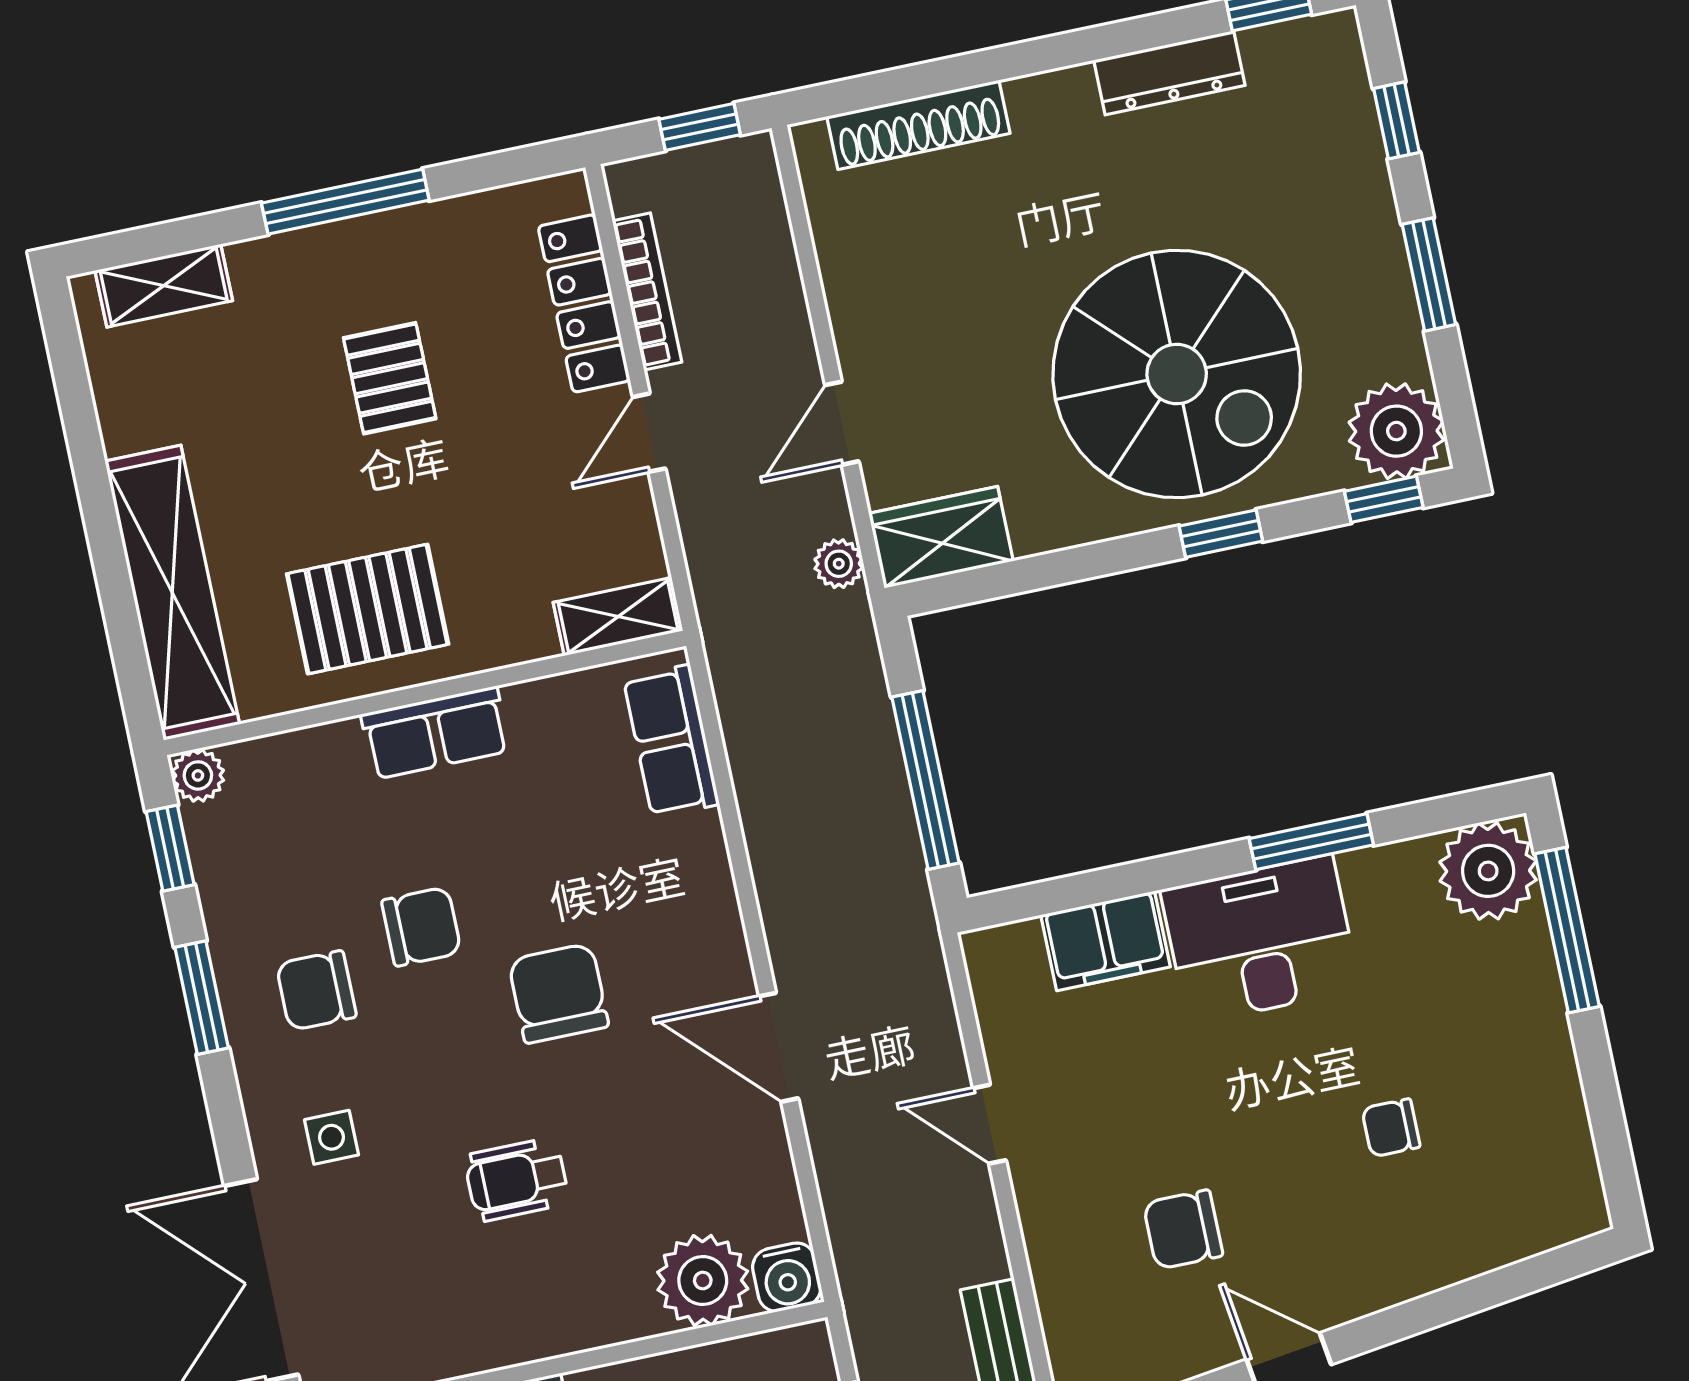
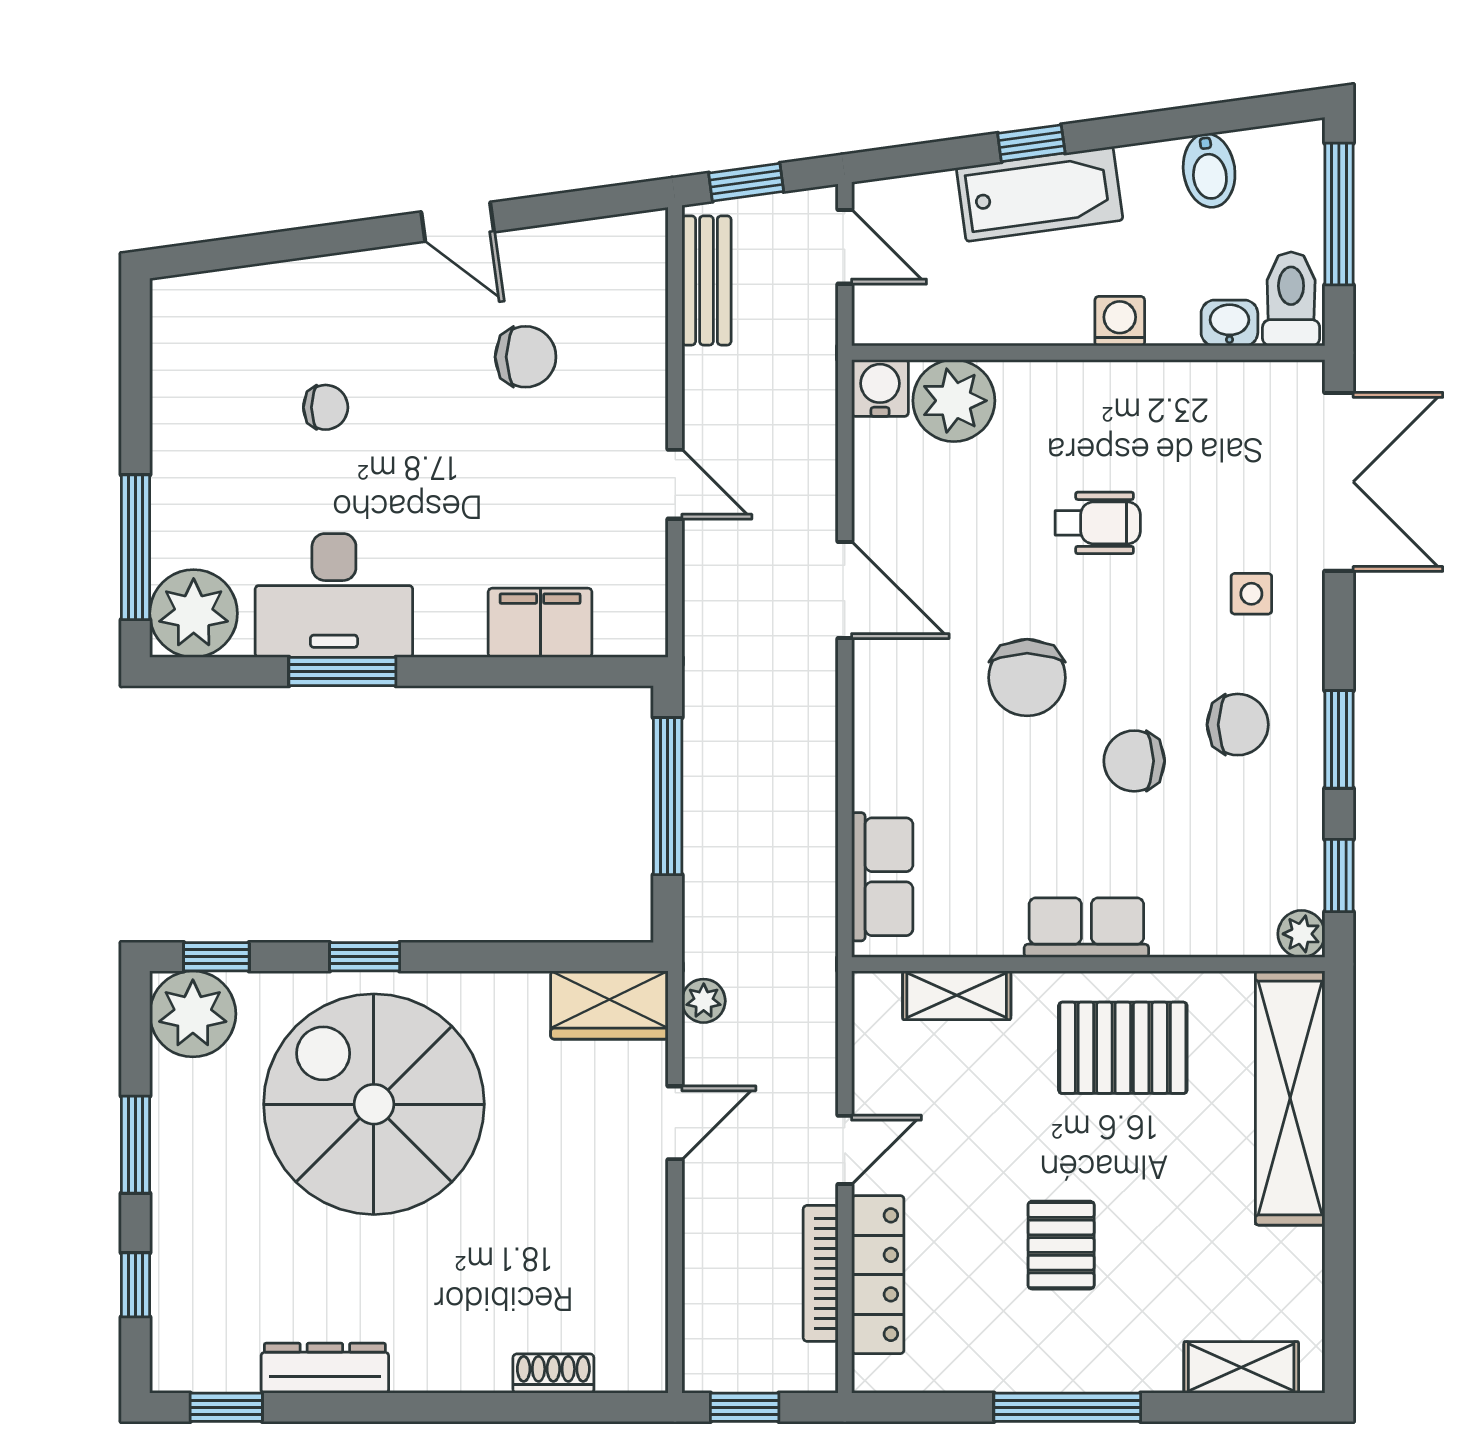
shoe rack: (918, 125) -> (553, 1374), width x0.51, depth x0.81
shelving: (618, 617) -> (957, 995), moved
desk: (1260, 940) -> (334, 595), moved

